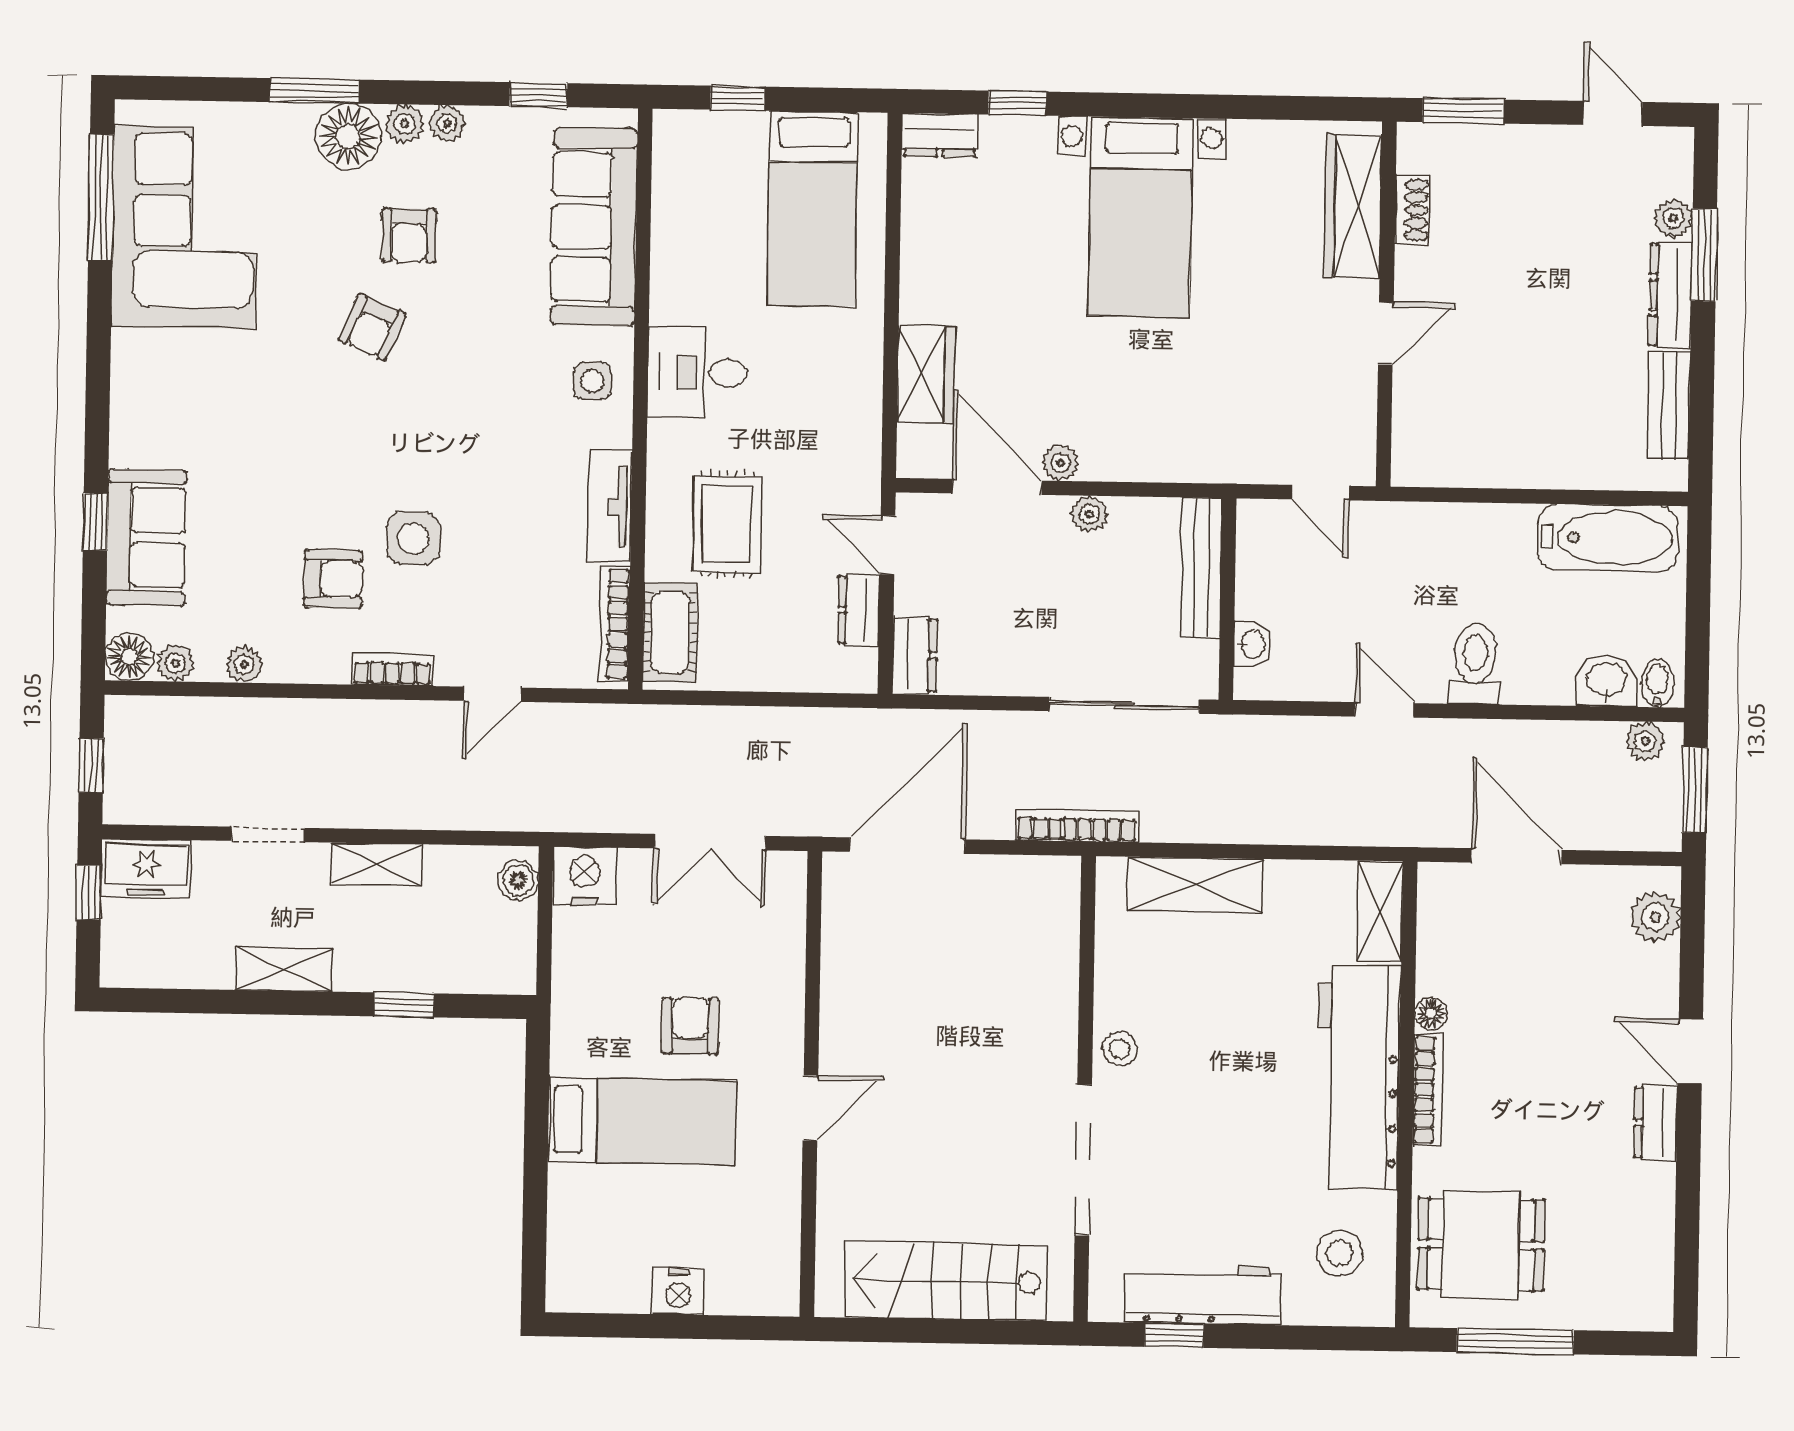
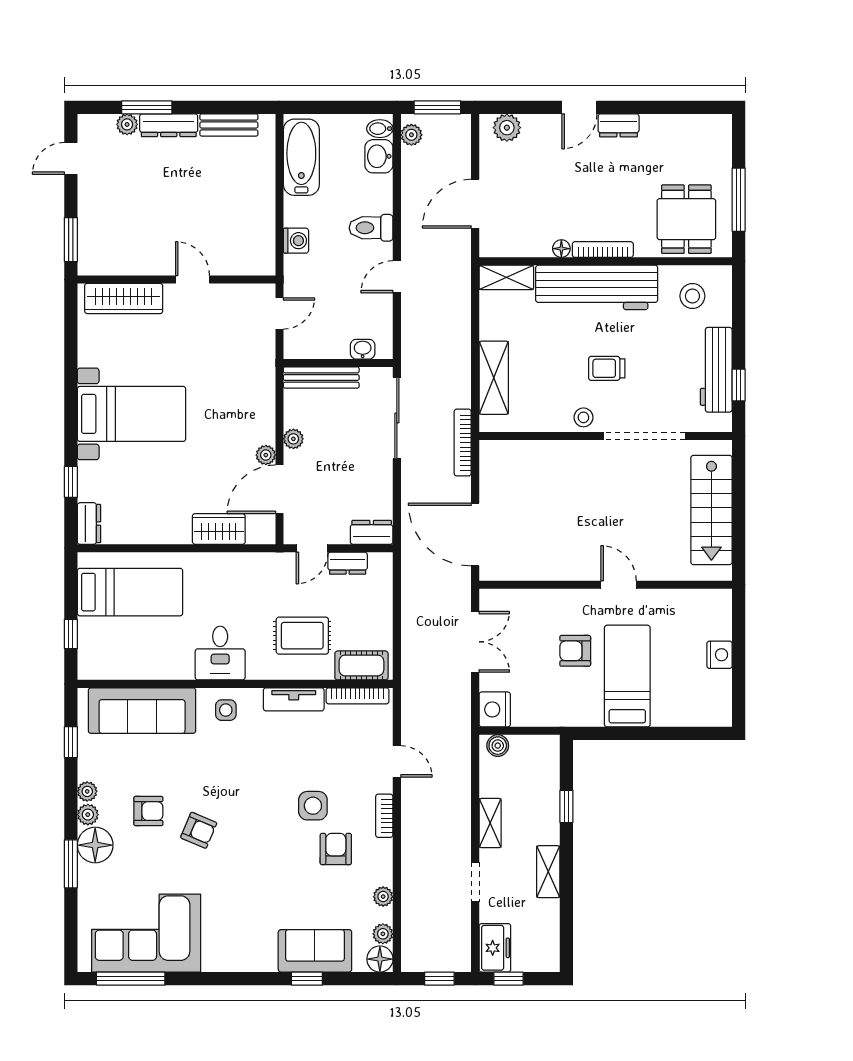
shoe rack: (1412, 210) -> (125, 266), removed
washing machine: (1454, 525) -> (296, 241), added
trolley: (1209, 1093) -> (607, 368), added

